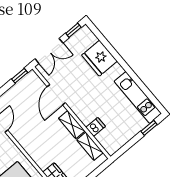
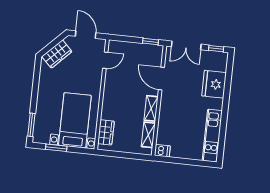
door: (56, 95) -> (161, 79), hinge flipped
dishwasher: (96, 127) -> (162, 151), moved
window: (149, 128) -> (199, 163), removed

